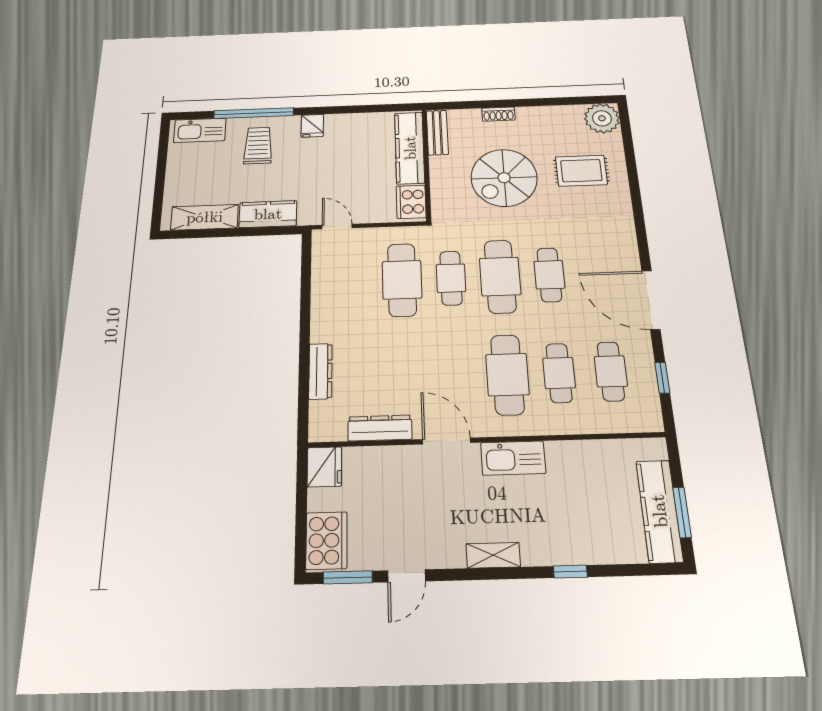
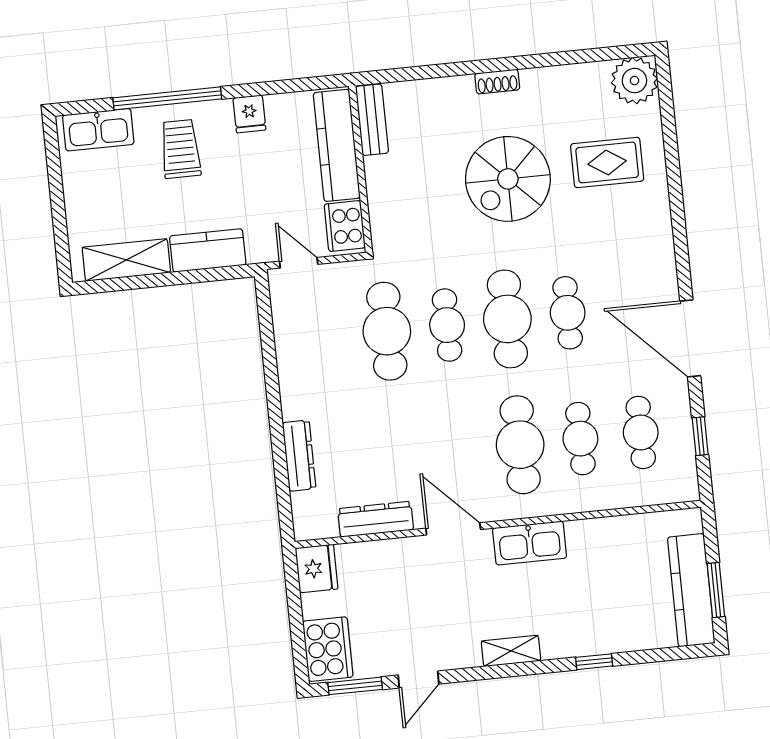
bench: (437, 133) -> (372, 120), moved
kitchen counter: (410, 148) -> (337, 145), moved
wall: (426, 164) -> (361, 169), moved
cooker: (411, 202) -> (345, 226), moved

